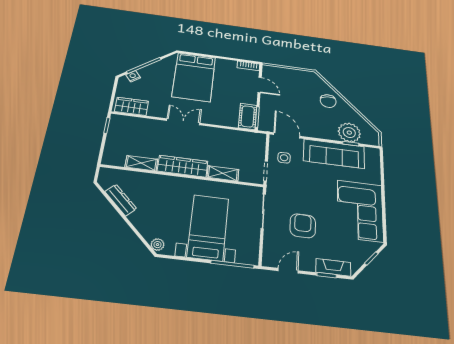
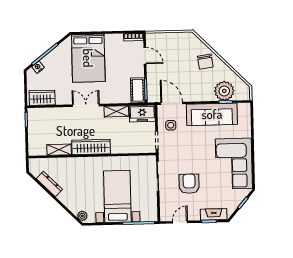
freezer: (251, 140) -> (142, 113), added
shelving: (223, 173) -> (116, 111), moved

